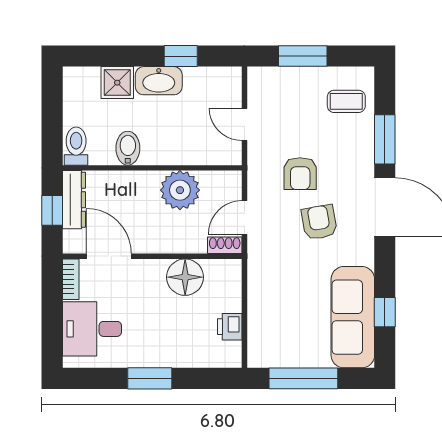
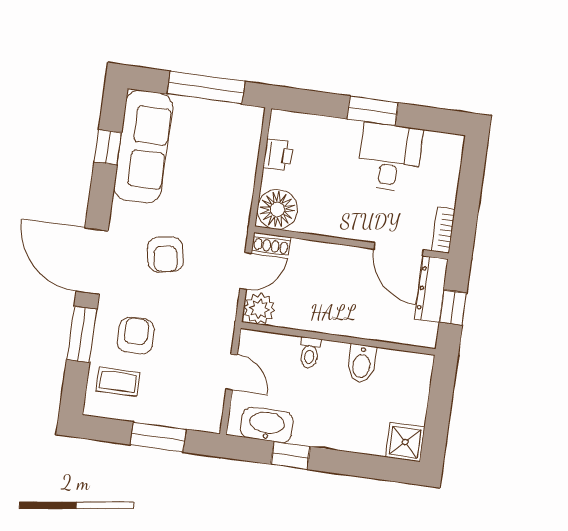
washbasin: (159, 81) -> (267, 425), moved
shower: (117, 83) -> (405, 442), moved
toilet: (76, 146) -> (310, 353), moved, width x0.73, depth x0.72
armchair: (300, 174) -> (136, 336), moved
plant: (180, 190) -> (259, 309), moved, width x0.73, depth x0.73
dresser: (74, 200) -> (431, 289), moved
floor lamp: (185, 277) -> (277, 209), moved
desk: (92, 329) -> (390, 157), moved, turned -90

